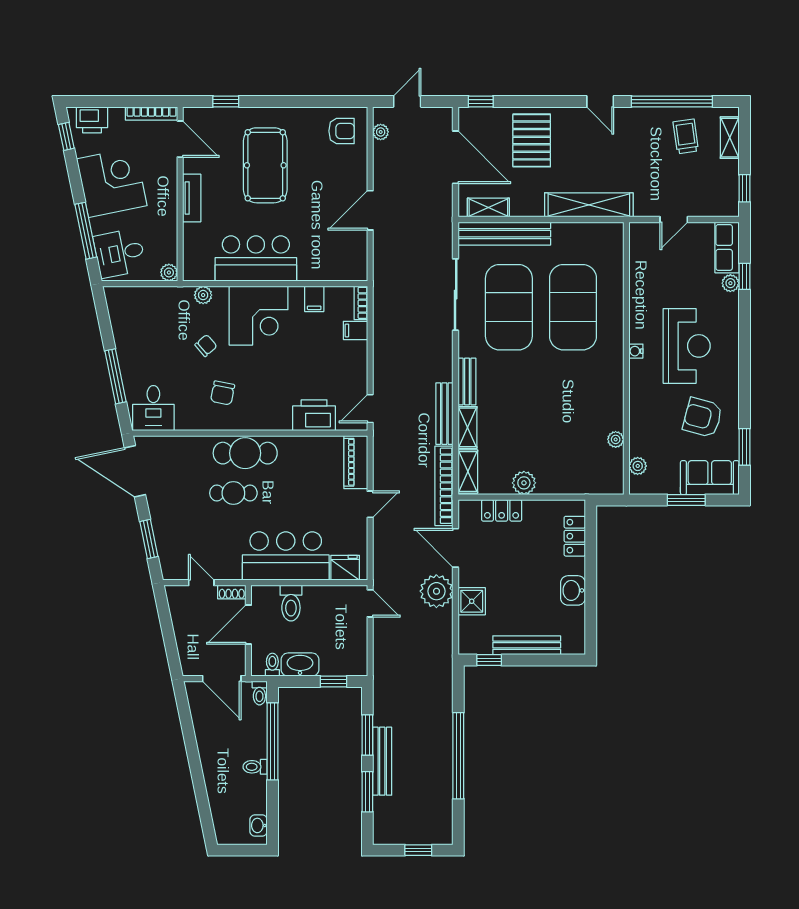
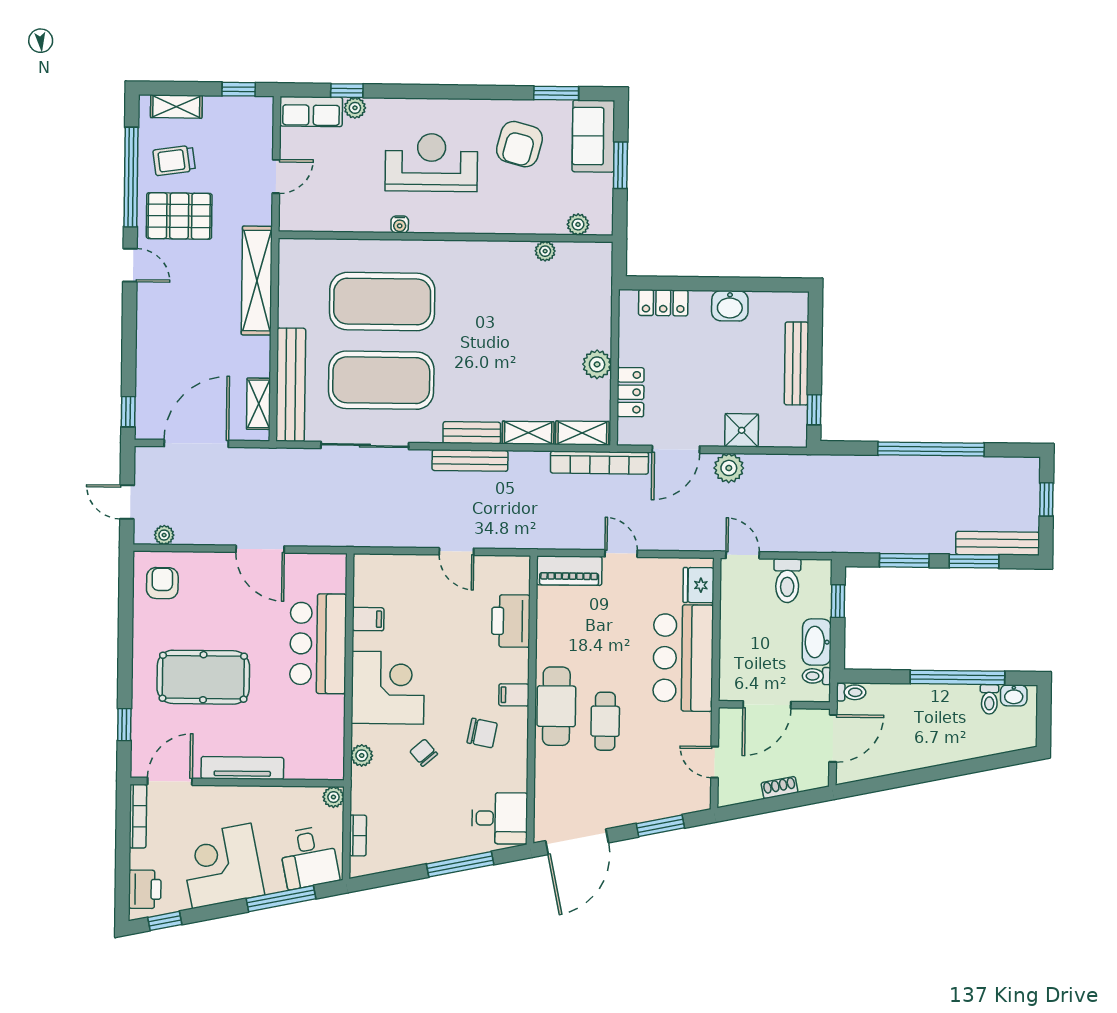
door: (600, 101) -> (130, 265), hinge flipped
pallet: (532, 140) -> (179, 216), moved
tv unit: (192, 198) -> (242, 768), width x1.41
door: (674, 220) -> (276, 176), hinge flipped
bar counter: (256, 258) -> (318, 644), moved
bookcase: (361, 303) -> (358, 835), moved, turned -90
filing cabinet: (355, 330) -> (514, 695), moved, turned 90
water cooler: (636, 351) -> (400, 224), moved
door: (370, 409) -> (456, 552), moved
bench: (444, 414) -> (470, 460), moved
door: (201, 583) -> (715, 762), hinge flipped
plant: (436, 591) -> (729, 468), width x0.73, depth x0.73
shoe rack: (232, 592) -> (780, 788), moved, turned -102
toilet: (291, 603) -> (787, 581), moved, turned 90
door: (370, 603) -> (743, 555), hinge flipped
door: (248, 625) -> (767, 705), hinge flipped
window: (273, 741) -> (957, 677), moved
bench: (382, 761) -> (998, 543), moved
toilet: (255, 767) -> (989, 699), moved

